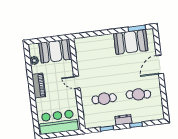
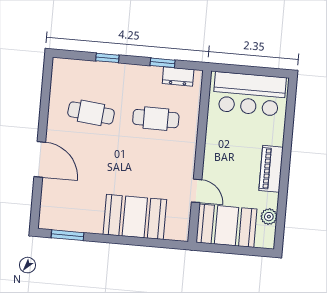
booth: (131, 42) -> (135, 217), moved
door: (160, 64) -> (40, 159), hinge flipped
door: (77, 82) -> (197, 191), moved
dresser: (123, 120) -> (178, 76), moved

